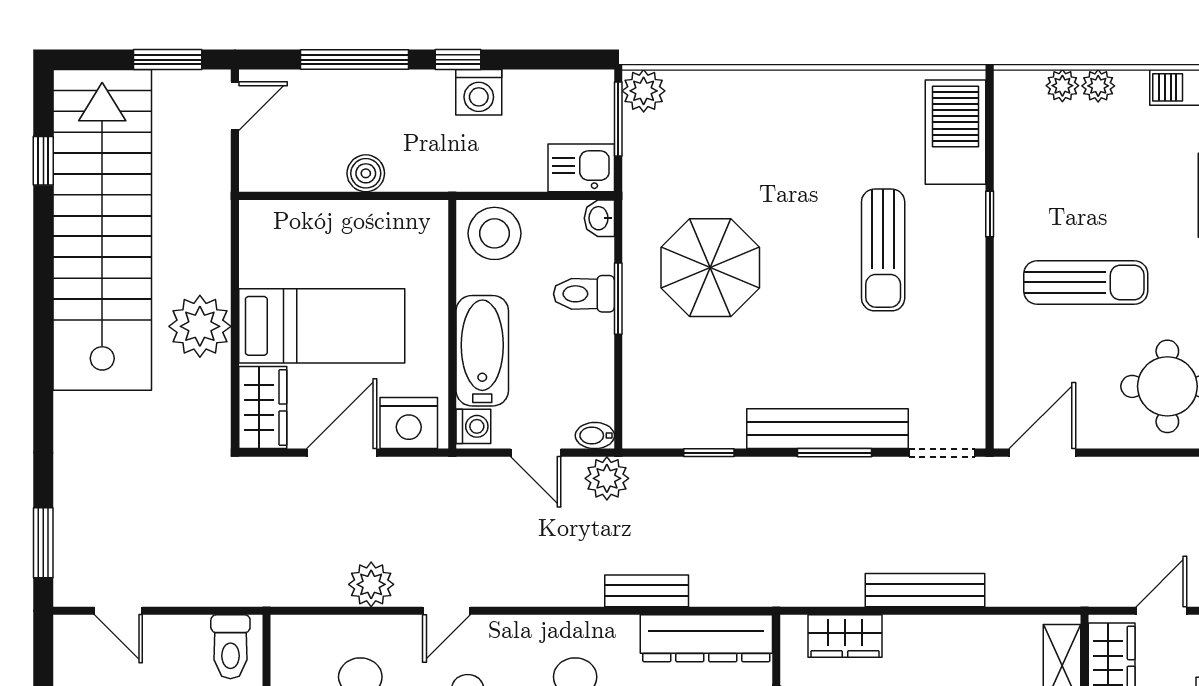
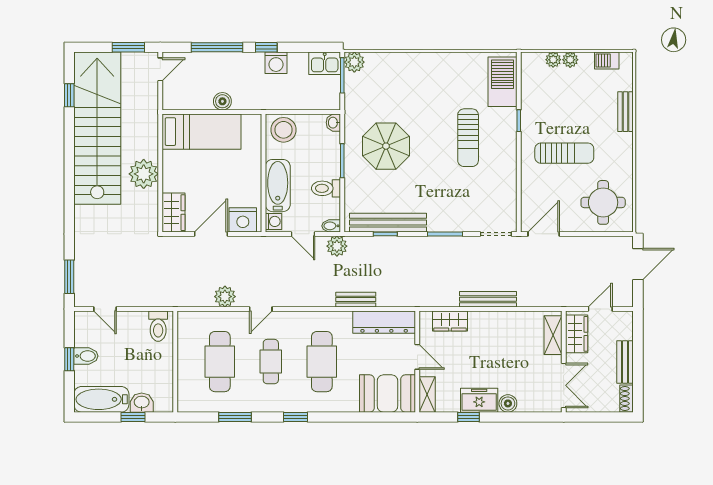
kitchen sink: (581, 168) -> (325, 63), moved, turned 180
toilet: (584, 294) -> (326, 188), moved
bed: (322, 326) -> (201, 132), moved
bench: (828, 429) -> (388, 223), moved

